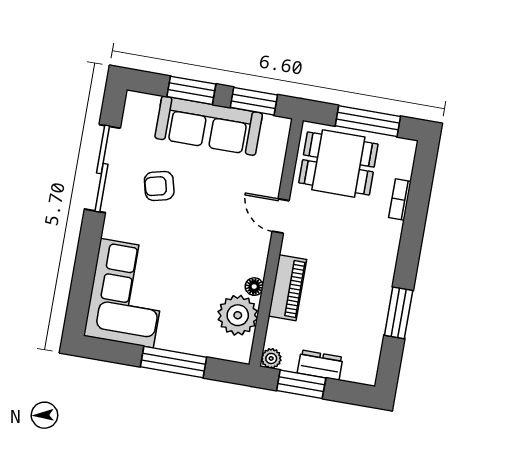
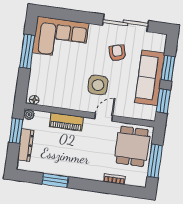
side table: (219, 225) -> (98, 85), added
floor lamp: (254, 287) -> (34, 100), moved
plant: (238, 315) -> (51, 96), removed
window: (173, 362) -> (27, 51), moved
dresser: (320, 365) -> (26, 145), width x1.44

